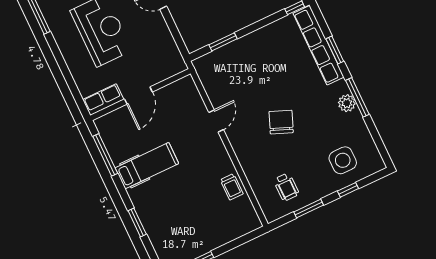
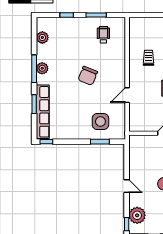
plant: (366, 144) -> (42, 37), added
side table: (343, 160) -> (100, 122), moved
trolley: (232, 187) -> (148, 58), moved

